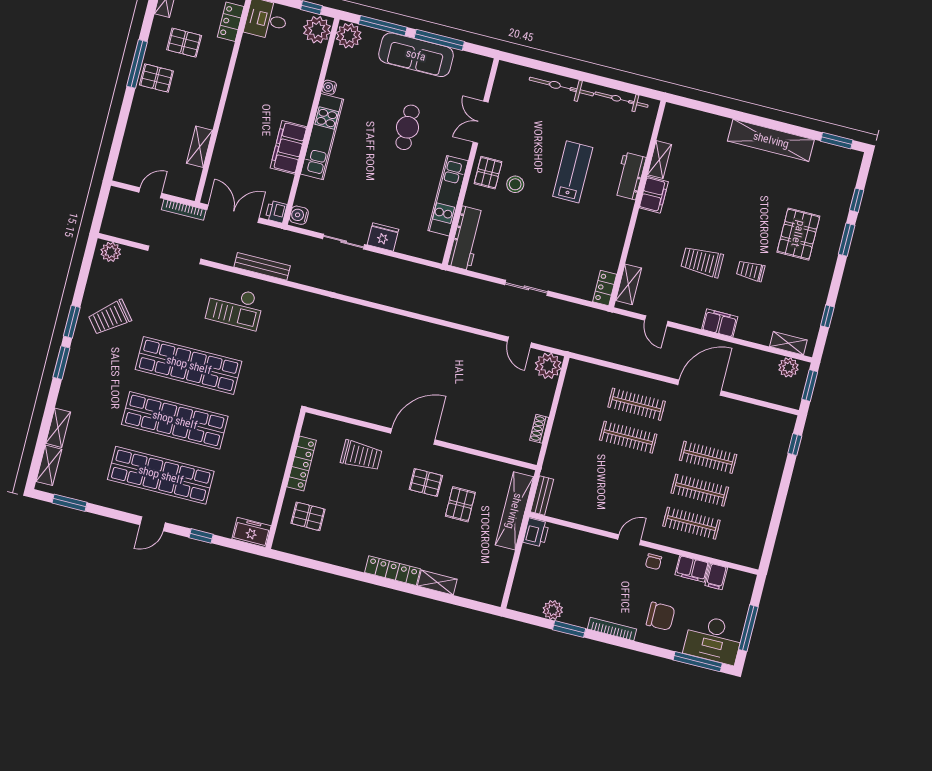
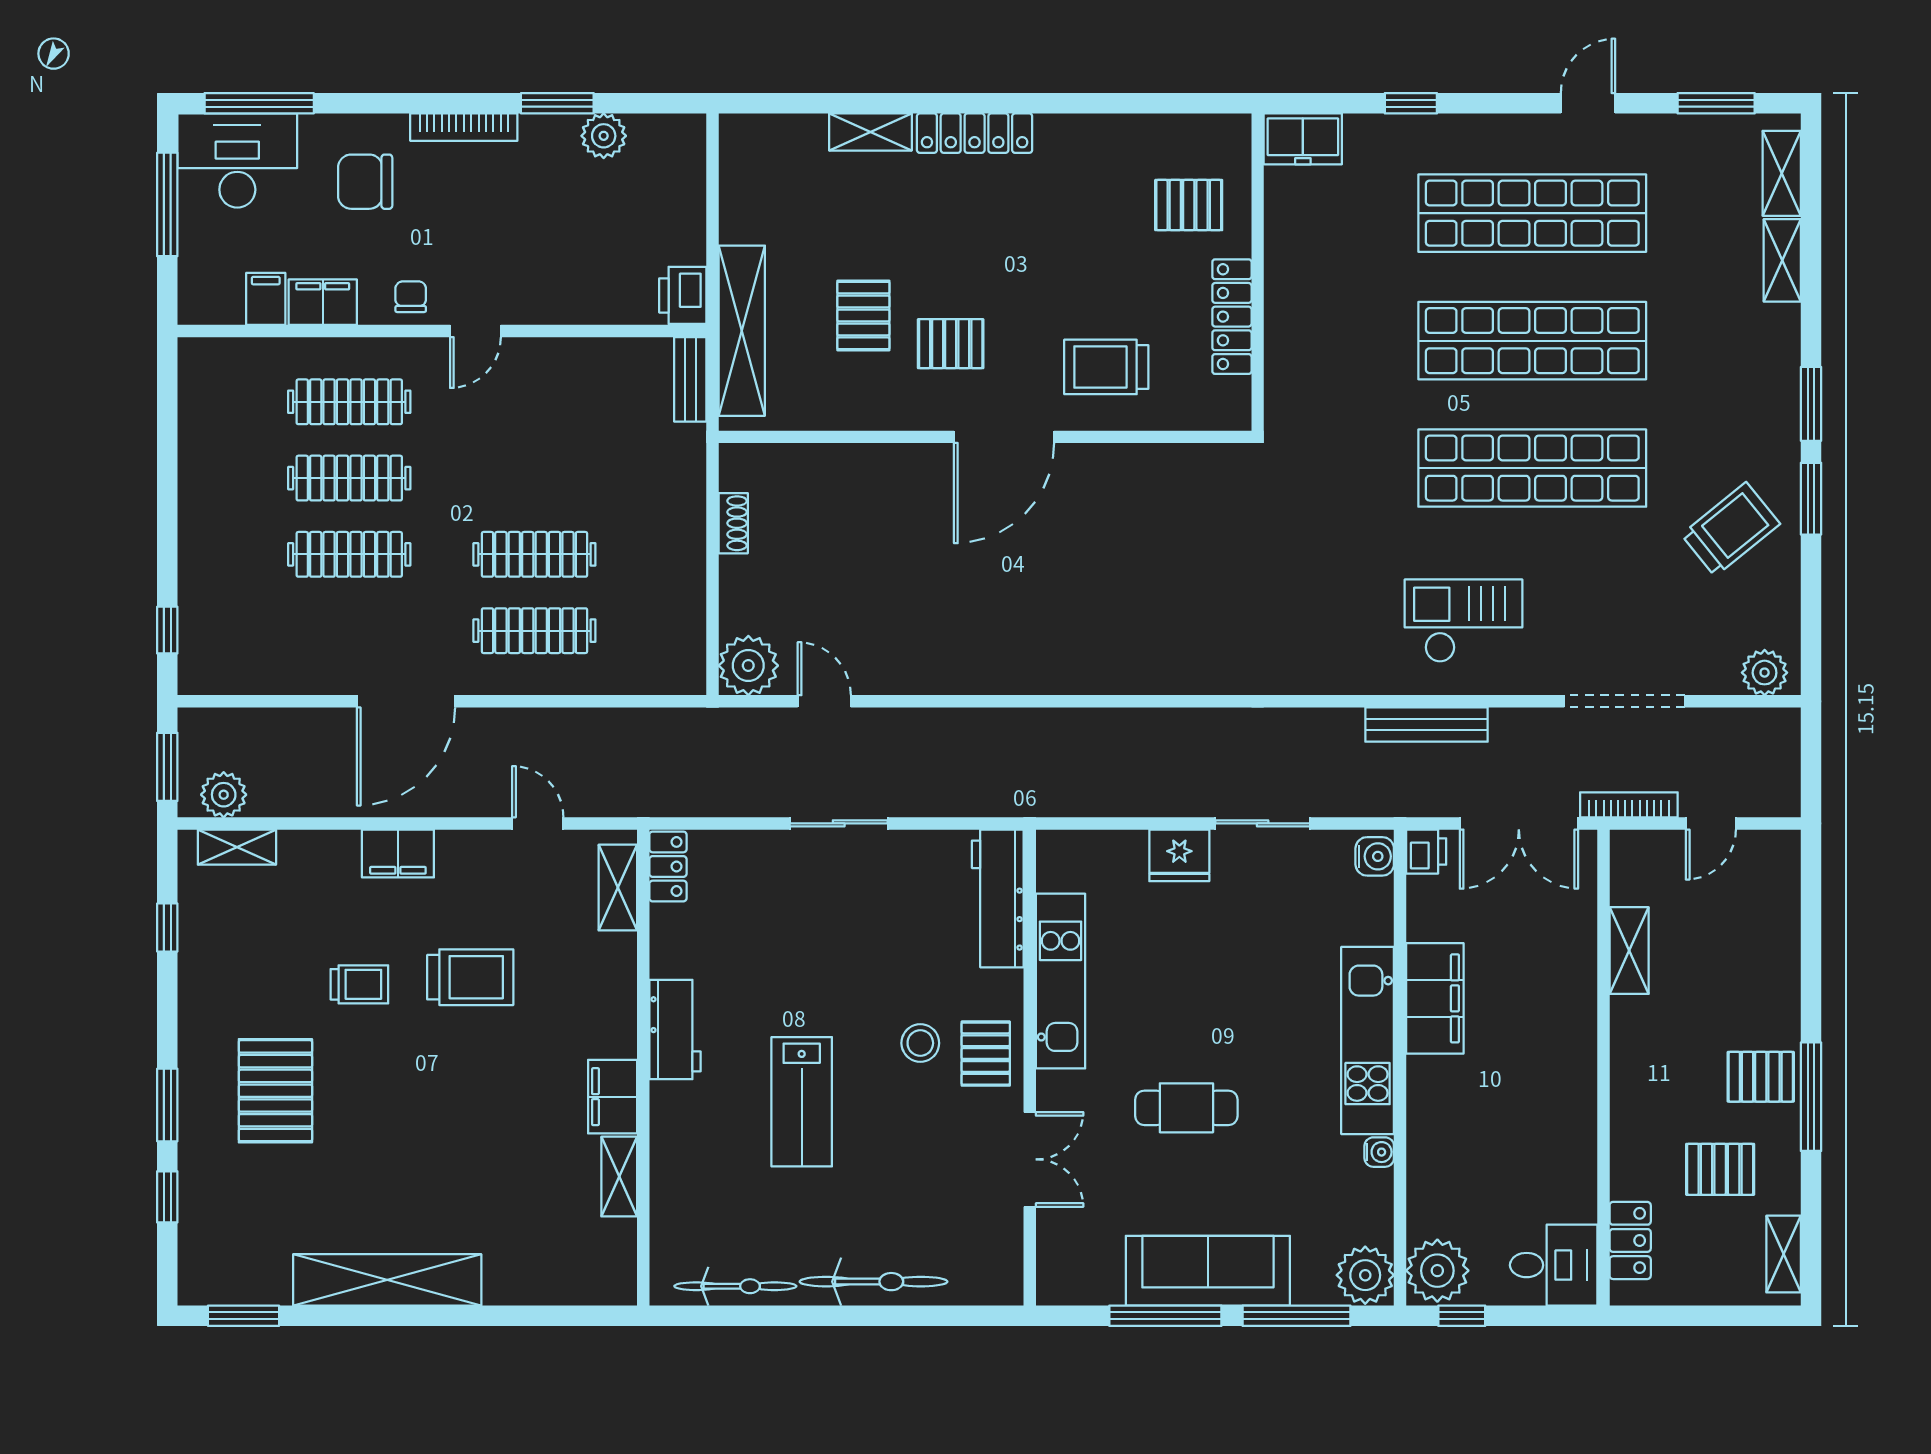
cafe table: (408, 127) -> (1186, 1108), turned 90
workbench: (630, 176) -> (675, 1030), moved
door: (153, 524) -> (1588, 103), moved

